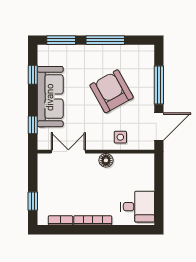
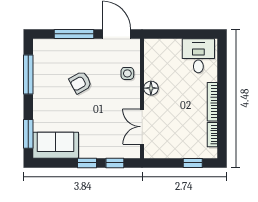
window: (105, 40) -> (28, 75), moved
window: (33, 75) -> (87, 163), moved
armchair: (112, 91) -> (80, 82), width x0.53, depth x0.53
sofa: (50, 97) -> (56, 145), moved, width x0.73

